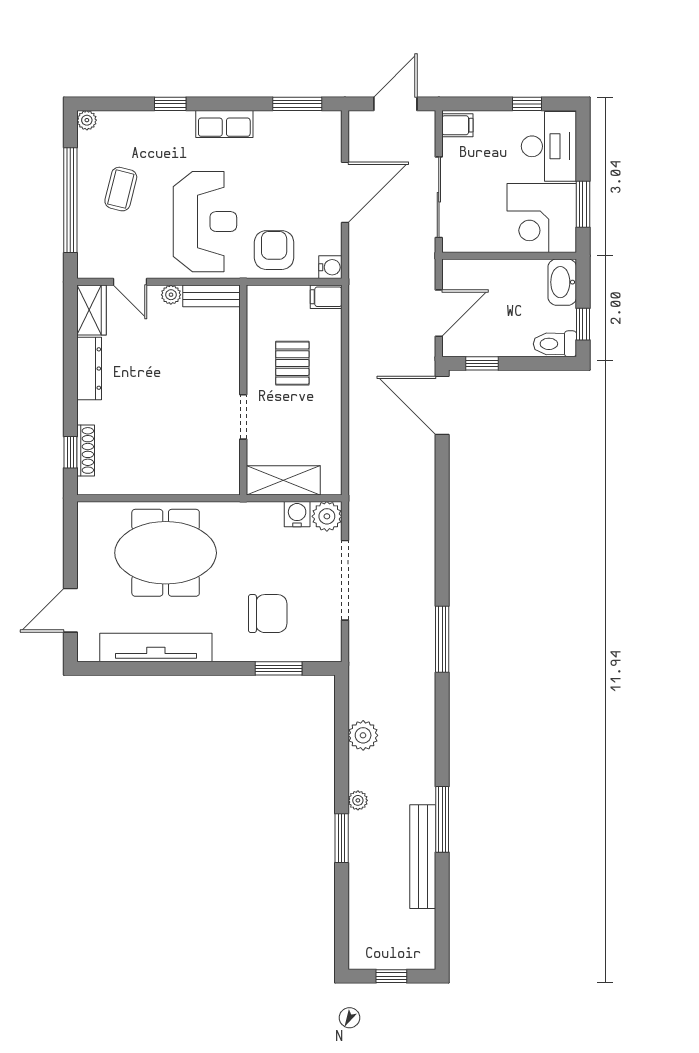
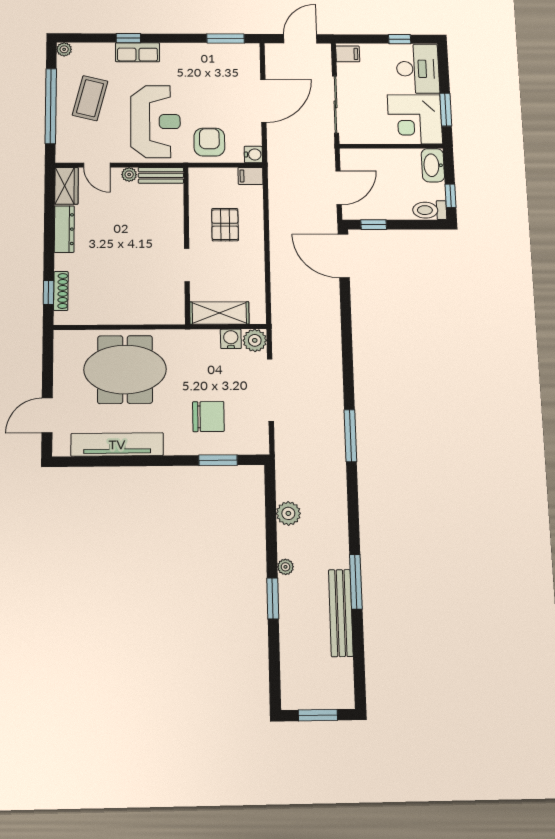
row of seats: (224, 124) -> (137, 52), moved
coffee table: (121, 189) -> (90, 98), width x1.36, depth x1.30
window: (391, 976) -> (318, 715), width x1.50

